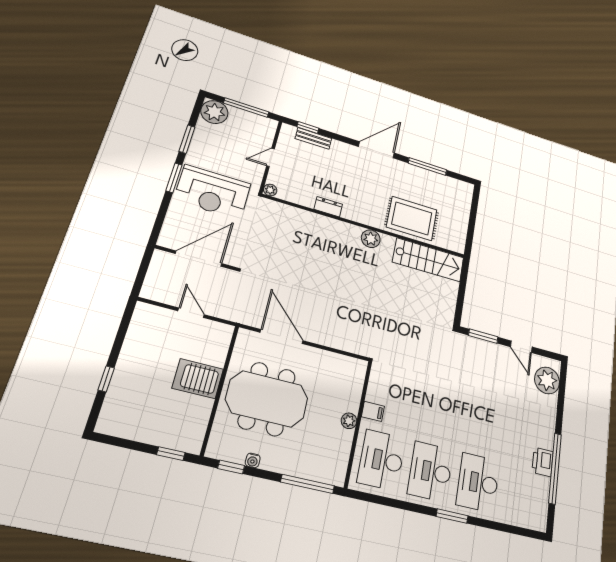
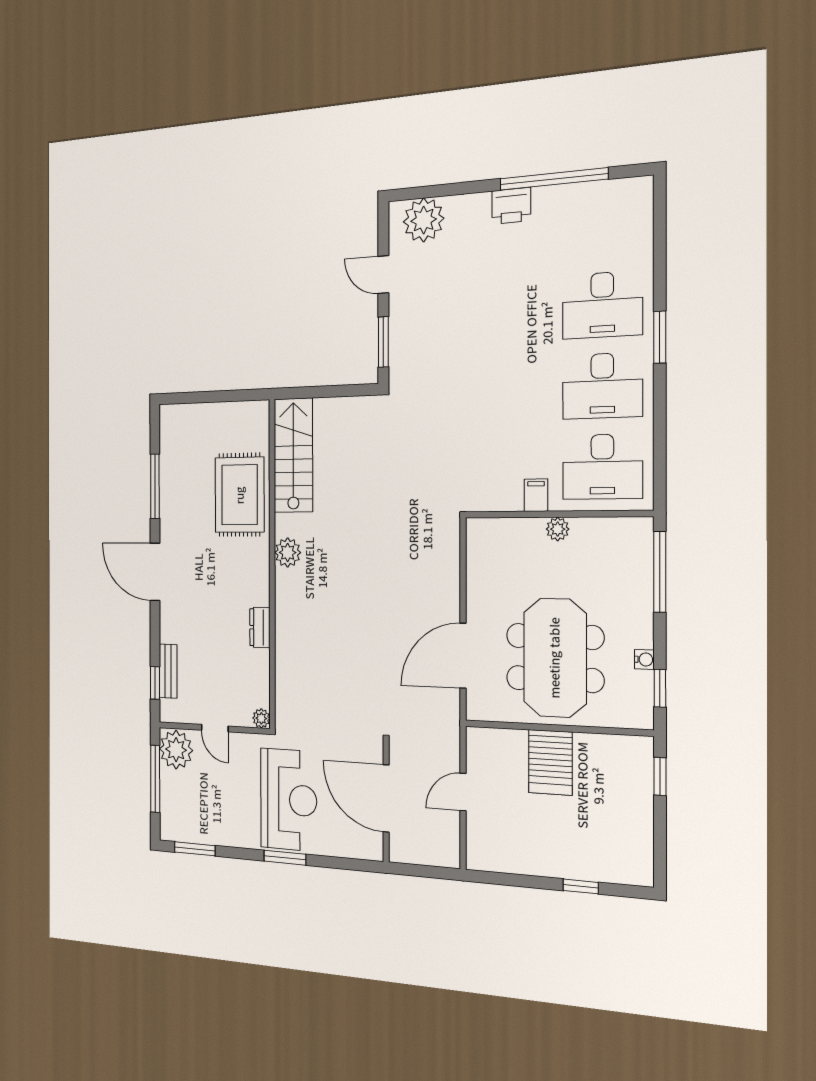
plant: (214, 112) -> (176, 750), moved
window: (187, 139) -> (195, 849), moved
door: (521, 347) -> (383, 275), swing flipped
printer: (543, 462) -> (511, 206), moved

